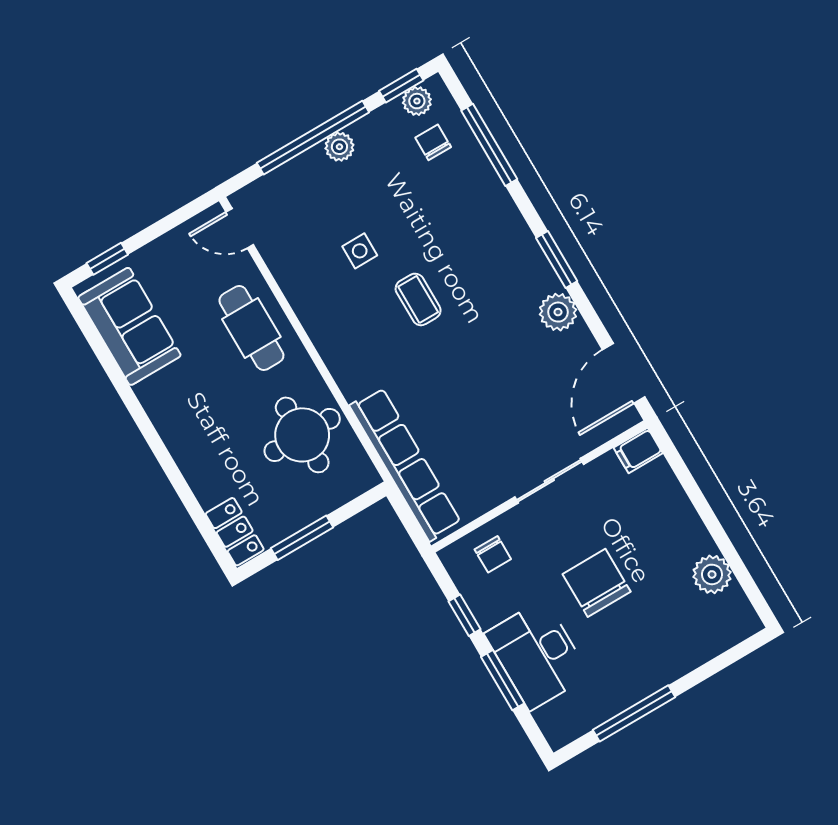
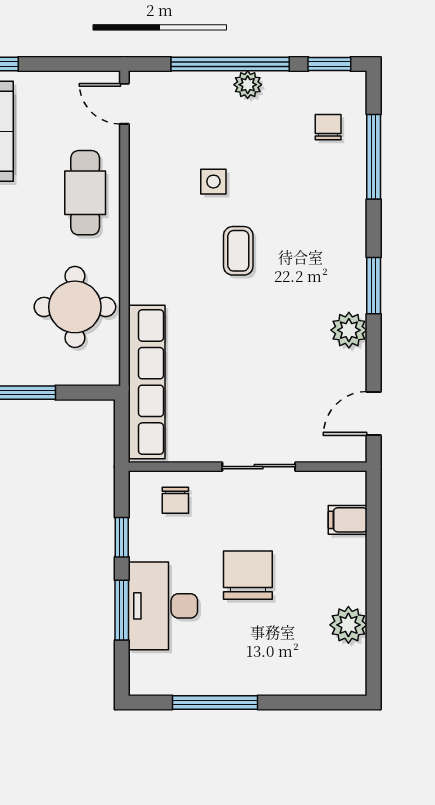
plant: (417, 101) -> (335, 85), removed
door: (624, 373) -> (374, 413), width x0.73
filing cabinet: (638, 450) -> (348, 520), moved

